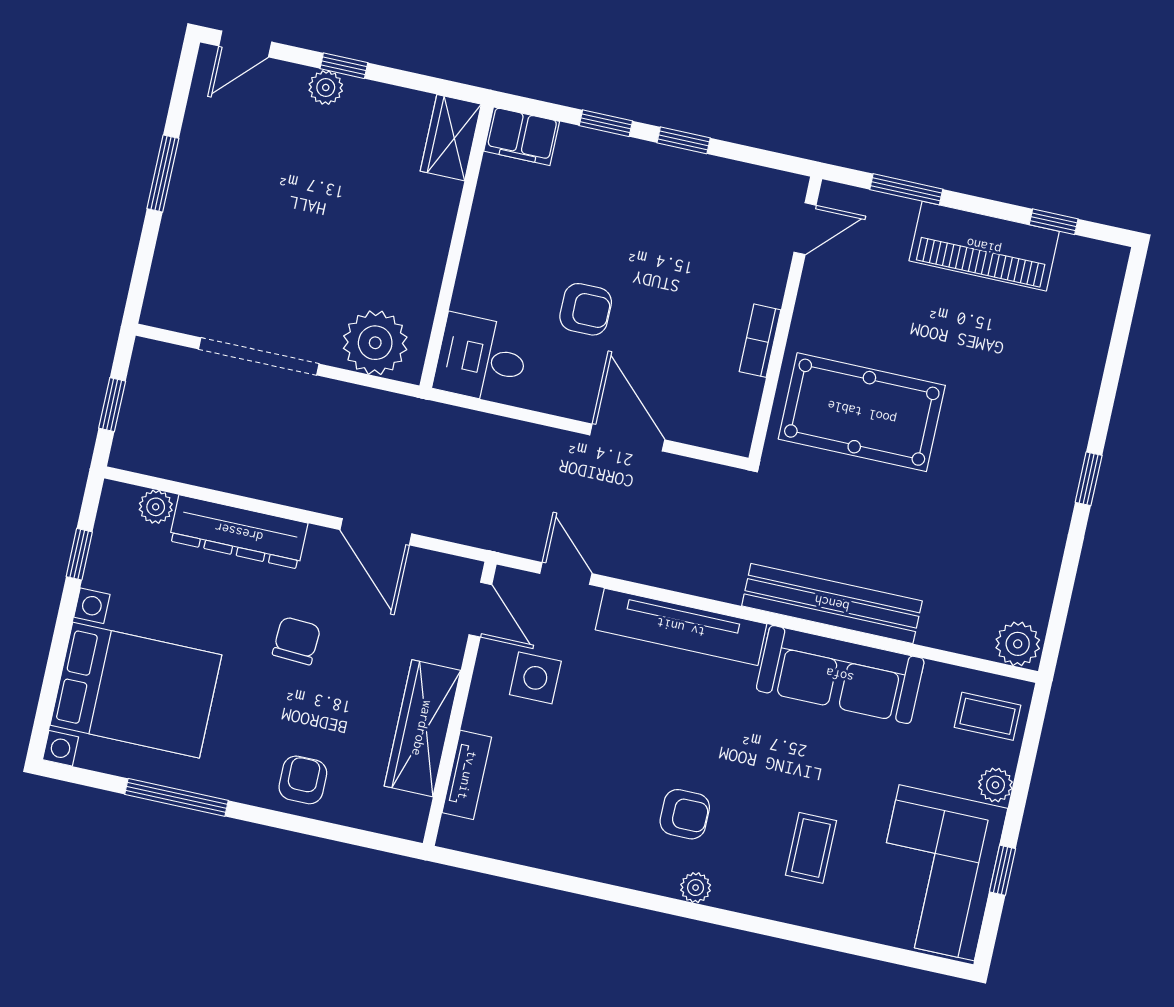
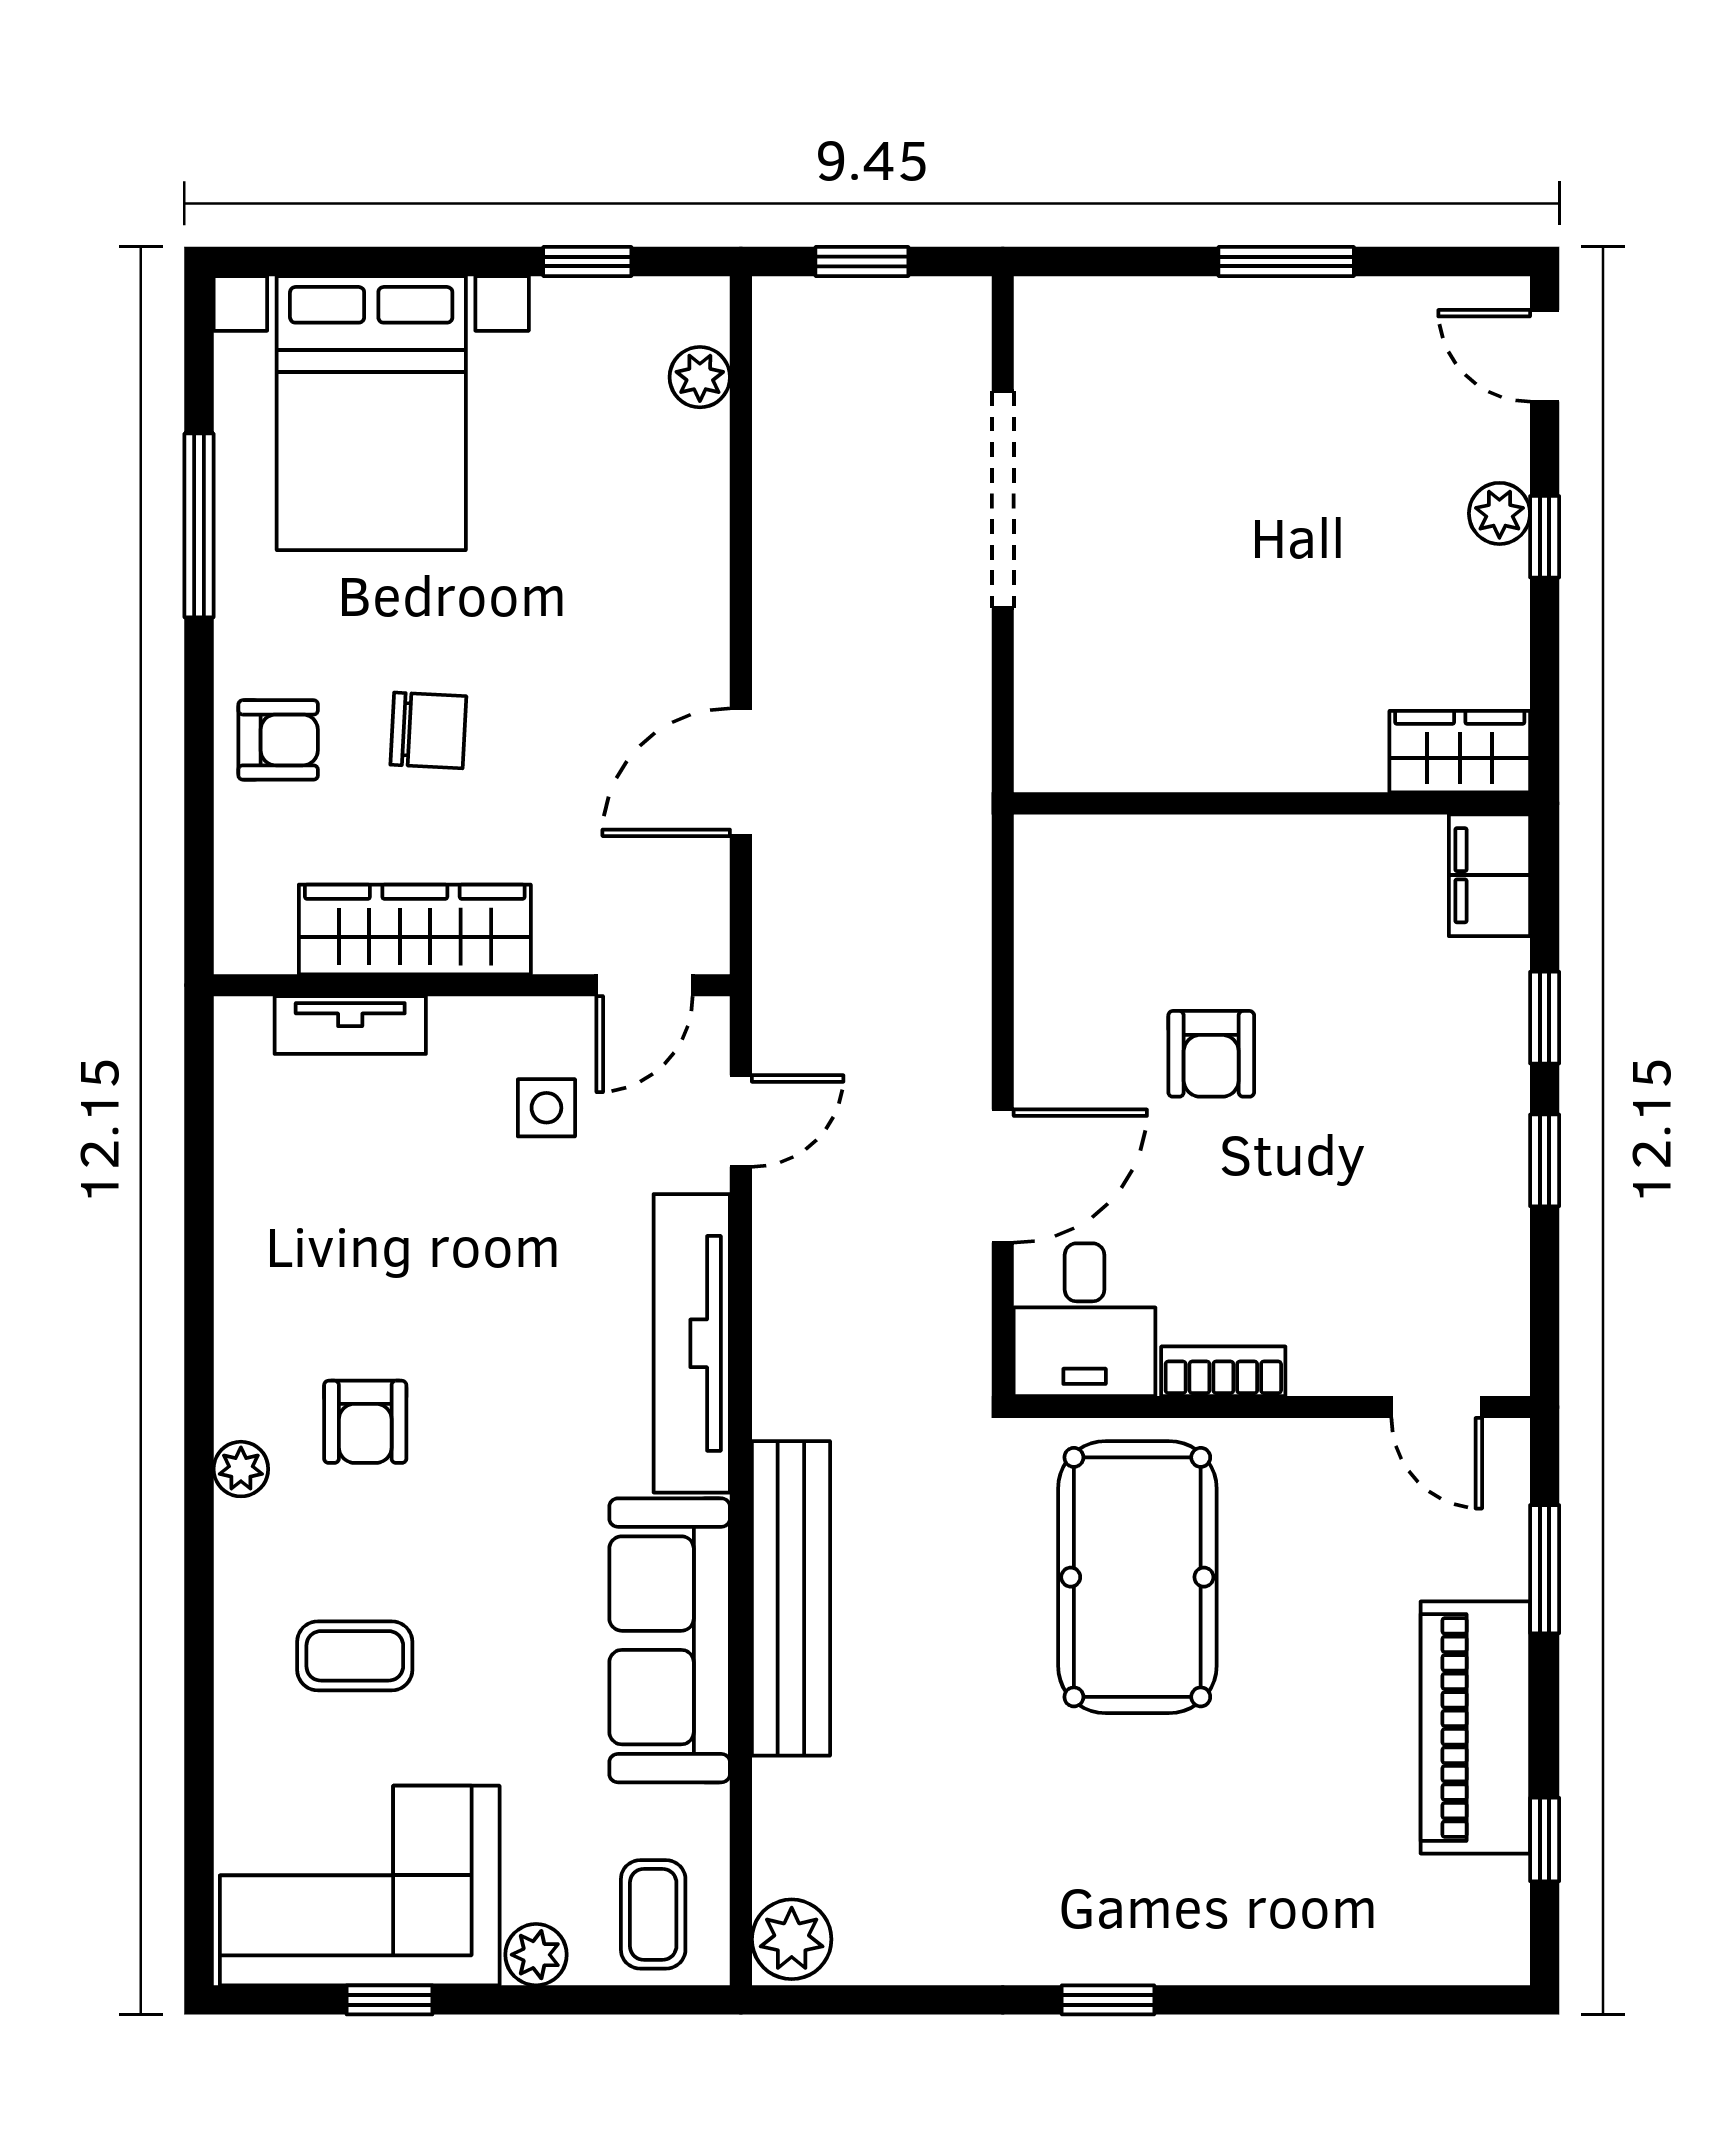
plant: (375, 343) -> (1072, 698), removed
desk: (482, 359) -> (1085, 1320), moved, turned 180
dresser: (239, 532) -> (688, 532), removed
chair: (297, 641) -> (428, 730), moved
side table: (535, 678) -> (546, 1108), width x0.73, depth x0.73

